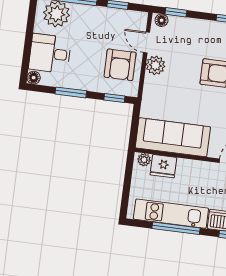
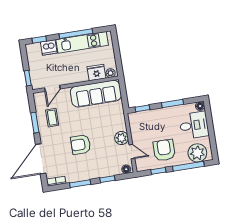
window: (176, 12) -> (107, 179), moved
armchair: (120, 65) -> (164, 150), moved

